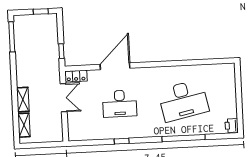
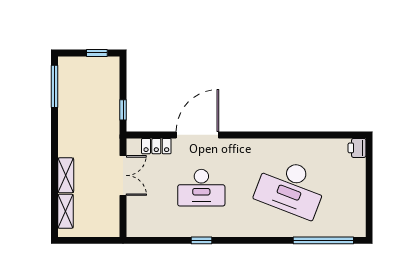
locker: (76, 76) -> (156, 146), moved
desk: (183, 101) -> (291, 188), turned 33
printer: (232, 125) -> (357, 148), moved
window: (184, 138) -> (323, 240), moved

